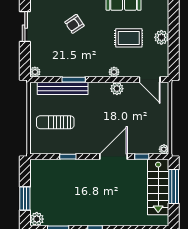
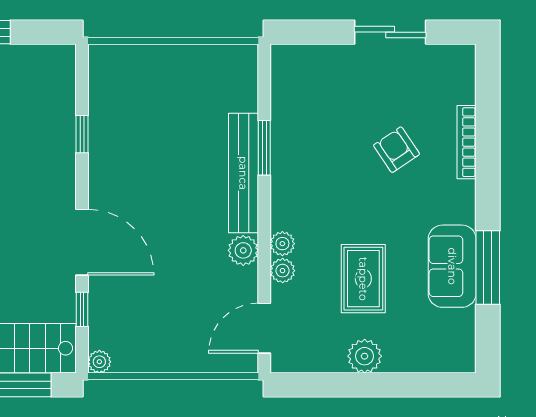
plant: (35, 72) -> (283, 271), moved
bench: (63, 88) -> (243, 173), moved
sun lounger: (55, 122) -> (163, 104), removed

